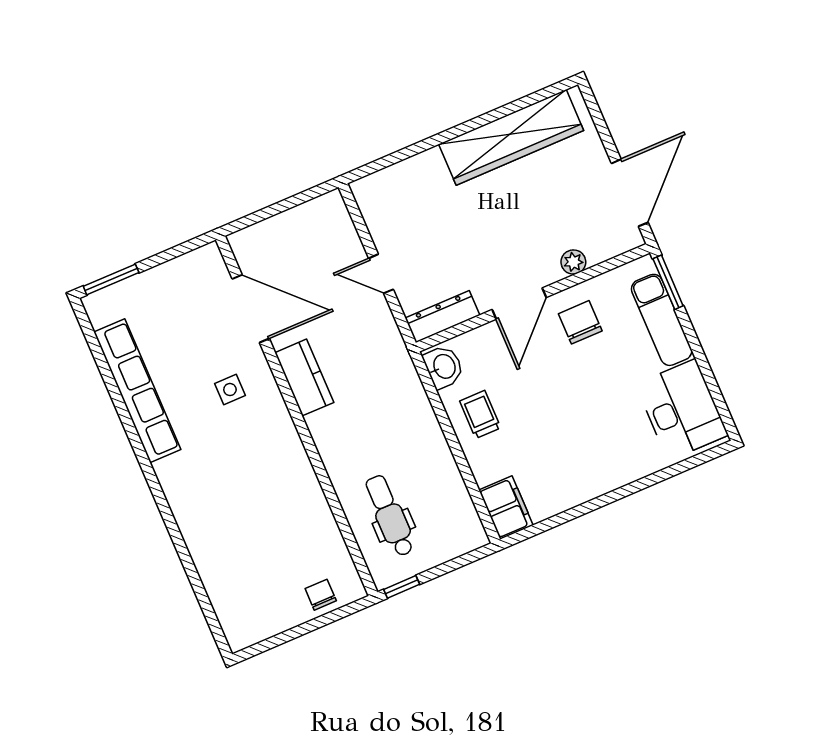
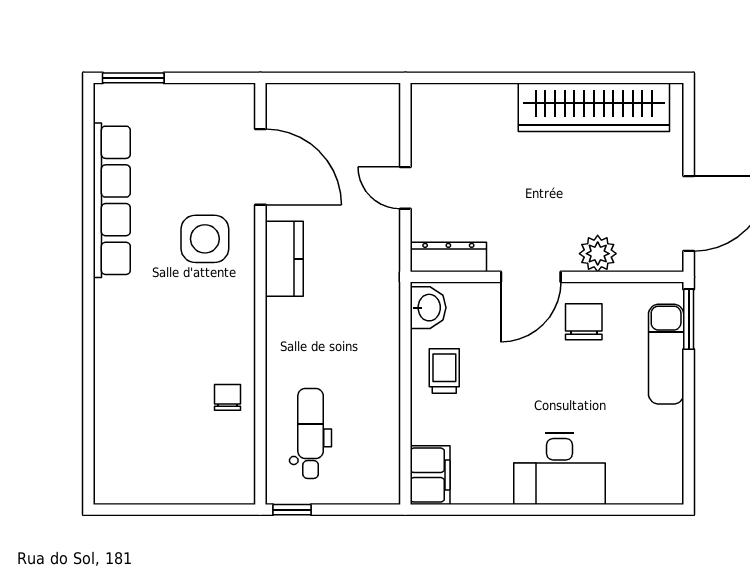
plant: (573, 262) -> (598, 254), width x1.38, depth x1.38
side table: (230, 390) -> (205, 239), width x1.87, depth x1.87
desk: (682, 410) -> (560, 469), moved, turned 90
chair: (321, 595) -> (227, 397), moved

